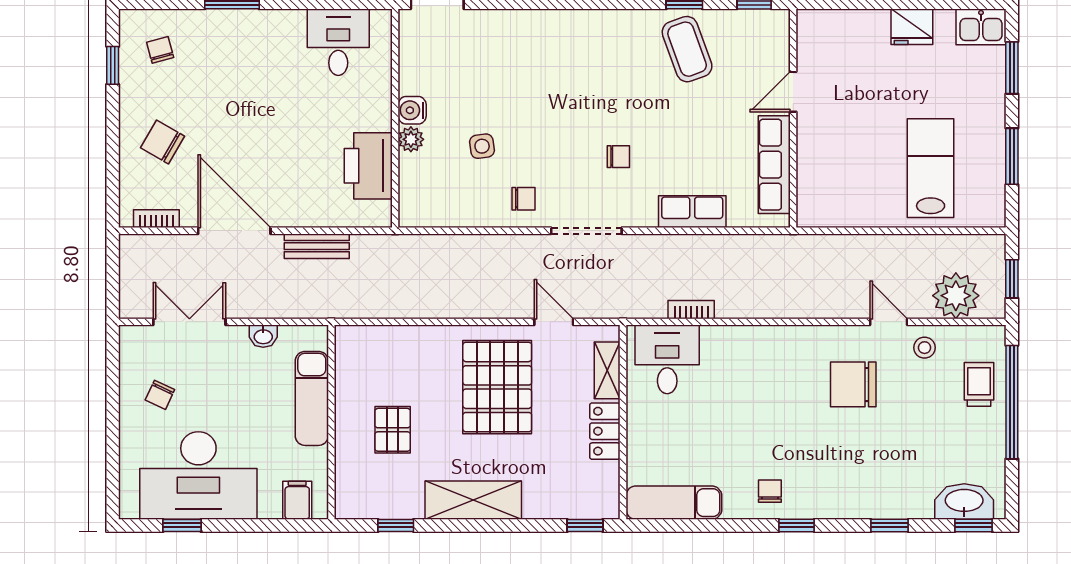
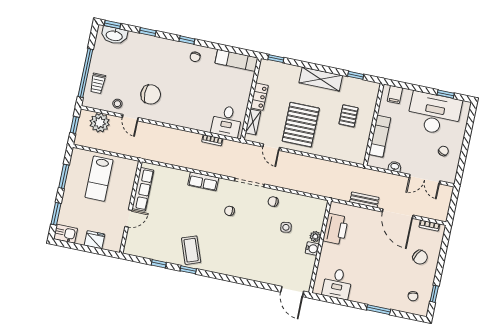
door: (793, 92) -> (128, 218), moved
wall: (793, 118) -> (131, 207), moved
row of seats: (774, 165) -> (143, 189), moved

